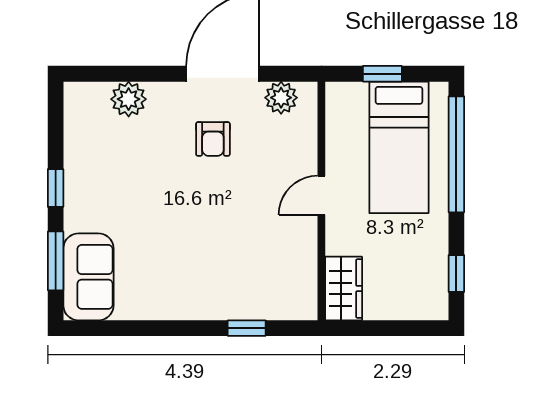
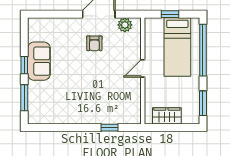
plant: (129, 99) -> (57, 25), removed
window: (456, 273) -> (203, 103), width x1.50
sofa: (88, 277) -> (39, 61), moved
wardrobe: (344, 289) -> (167, 116), moved, turned -90

